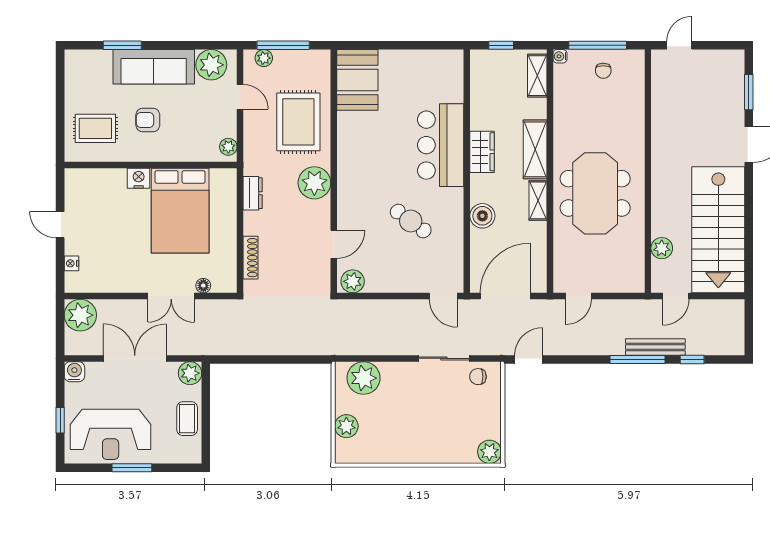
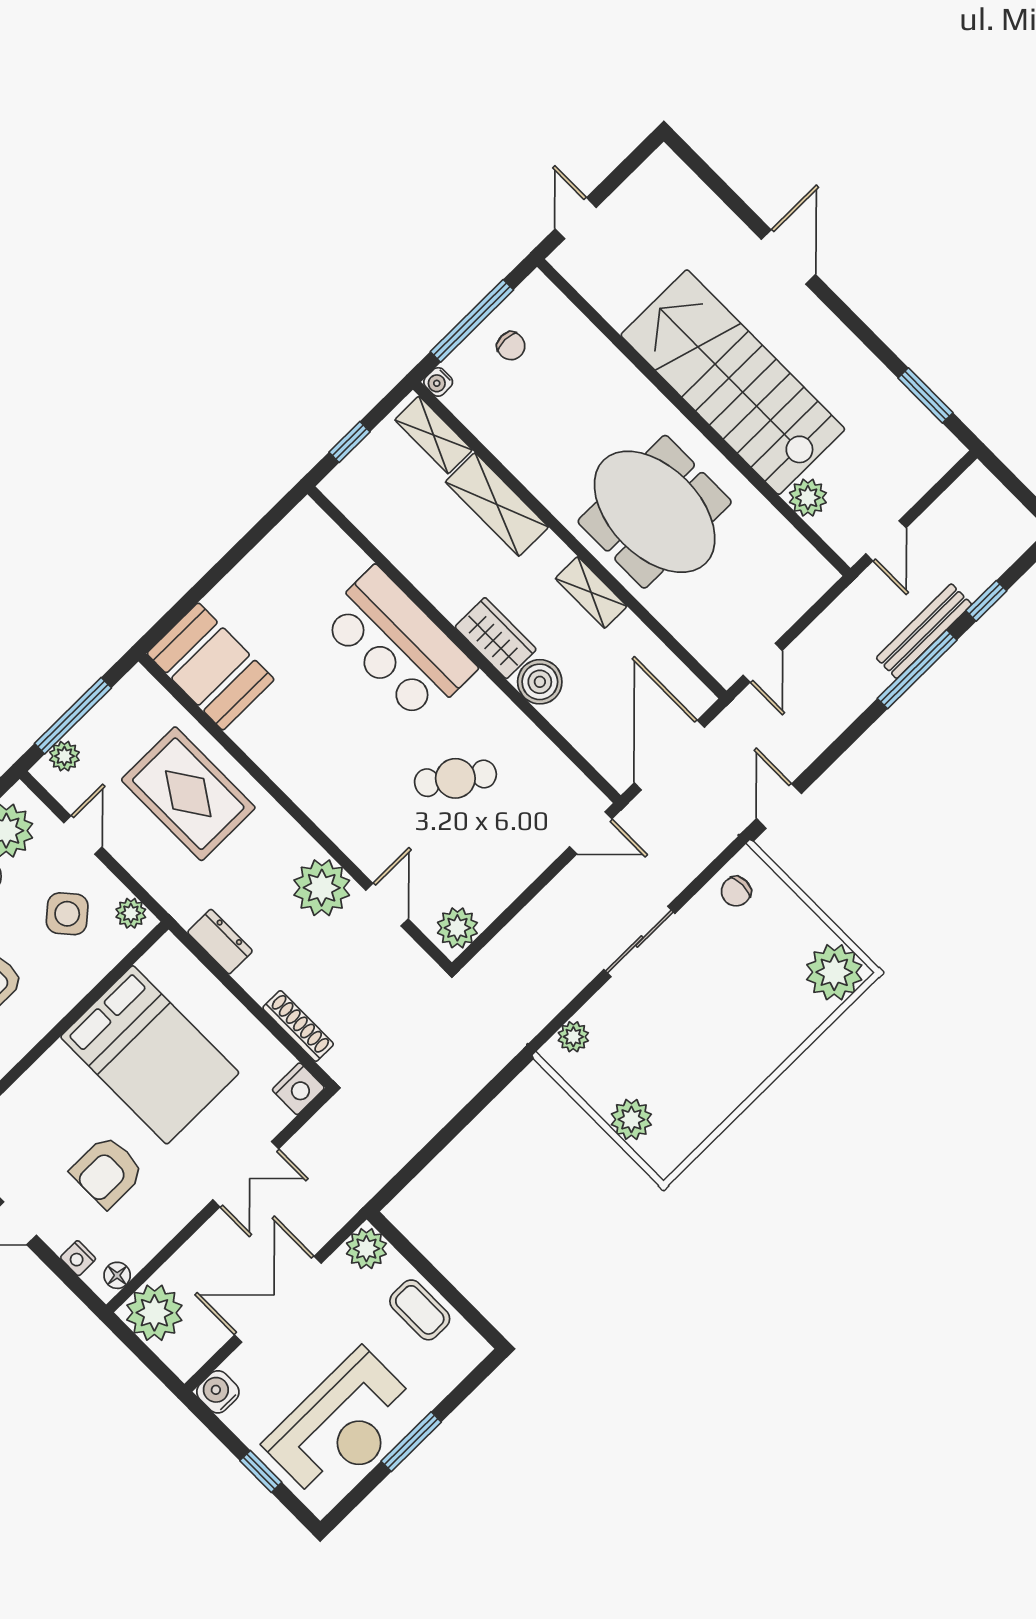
window: (749, 92) -> (925, 395), moved
door: (240, 97) -> (83, 835), hinge flipped
side table: (203, 122) -> (67, 914), added
shelving: (535, 149) -> (497, 504), moved
wardrobe: (482, 152) -> (496, 638), moved
nightstand: (139, 178) -> (298, 1089), moved, turned 180
plant: (314, 183) -> (322, 888), moved
stairs: (718, 230) -> (733, 382), moved, turned 180
armchair: (117, 240) -> (107, 1172), added
floor lamp: (203, 286) -> (117, 1275), moved
sliding door: (444, 358) -> (639, 941), moved
plant: (364, 378) -> (573, 1037), width x0.53, depth x0.53
plant: (489, 452) -> (834, 972), width x1.36, depth x1.36

